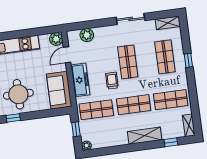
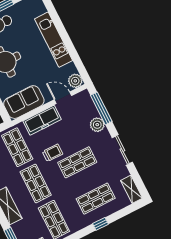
window: (88, 25) -> (101, 108), added
plant: (87, 35) -> (97, 125), moved

